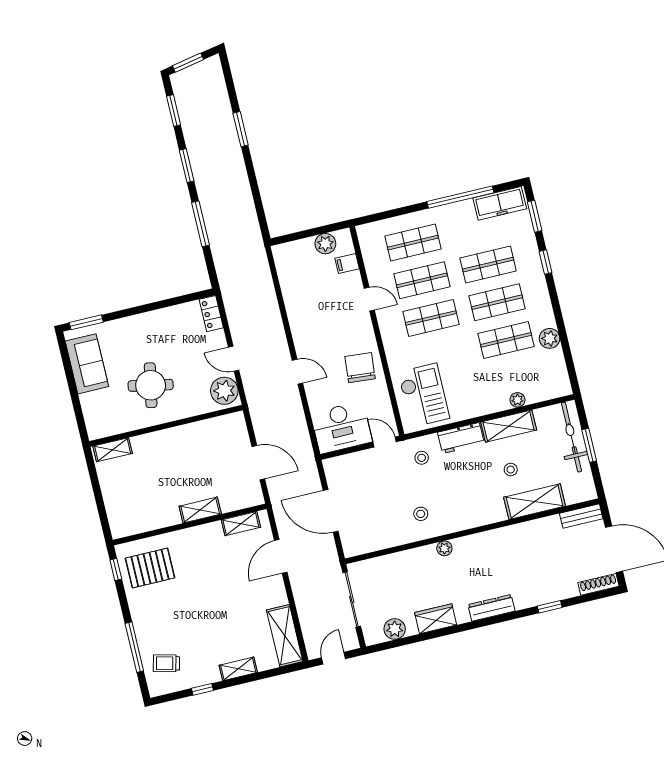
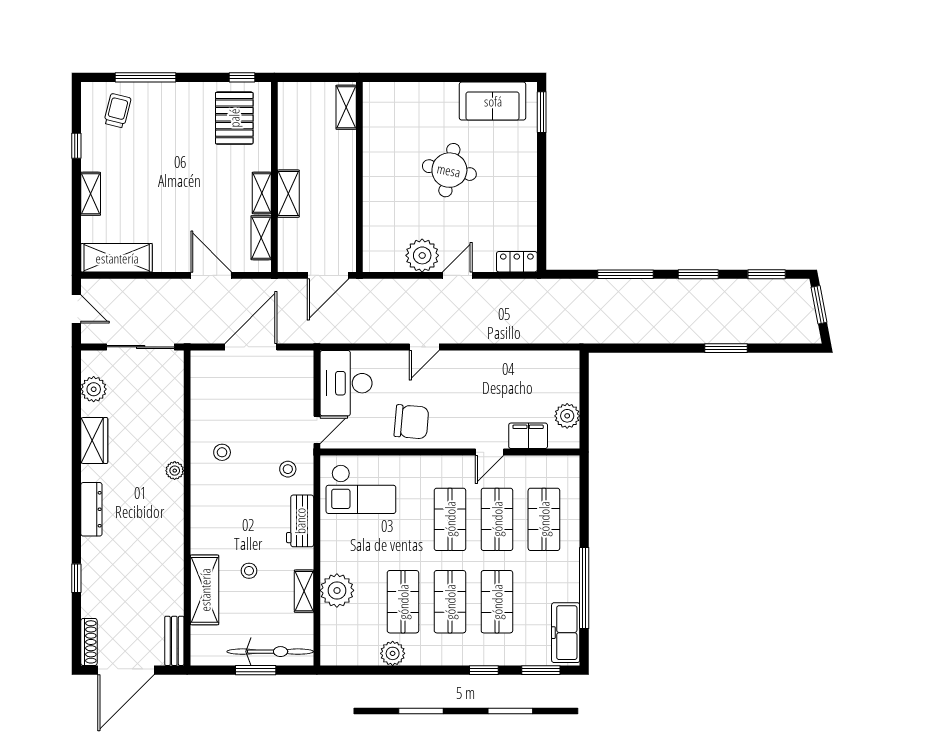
filing cabinet: (347, 263) -> (528, 436), width x2.00
plant: (517, 400) -> (337, 590), width x1.88, depth x1.88
wall: (166, 426) -> (359, 177), moved
shelving: (509, 426) -> (304, 591), width x0.67, depth x0.75
shelving: (113, 450) -> (346, 107), moved
shelving: (205, 532) -> (262, 193), added

